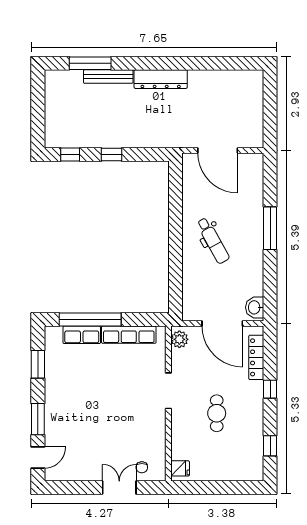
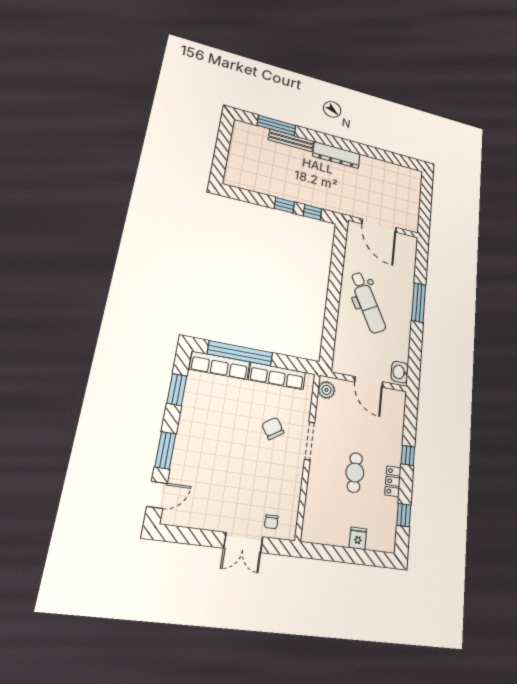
window: (70, 155) -> (312, 212), moved
dental chair: (213, 241) -> (368, 303), width x1.36, depth x1.38
door: (222, 323) -> (369, 382), width x0.73
row of seats: (82, 335) -> (220, 366), width x1.48
locker: (256, 357) -> (393, 481), moved, width x0.66
chair: (132, 385) -> (273, 428), added
fridge: (180, 468) -> (358, 538), moved, turned -90
double door: (119, 488) -> (243, 543), swing flipped

